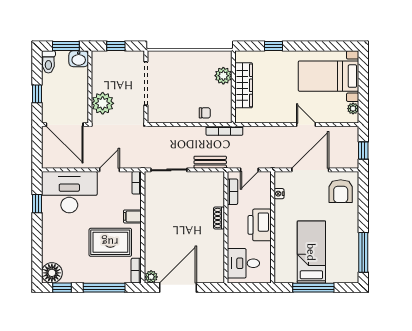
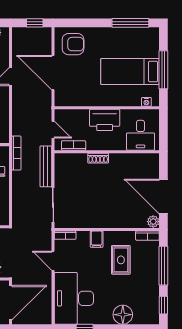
bench: (210, 162) -> (46, 166), width x1.36
nightstand: (279, 194) -> (146, 102), moved
rug: (110, 242) -> (121, 260), width x0.73, depth x0.70
floor lamp: (52, 273) -> (123, 315), moved

